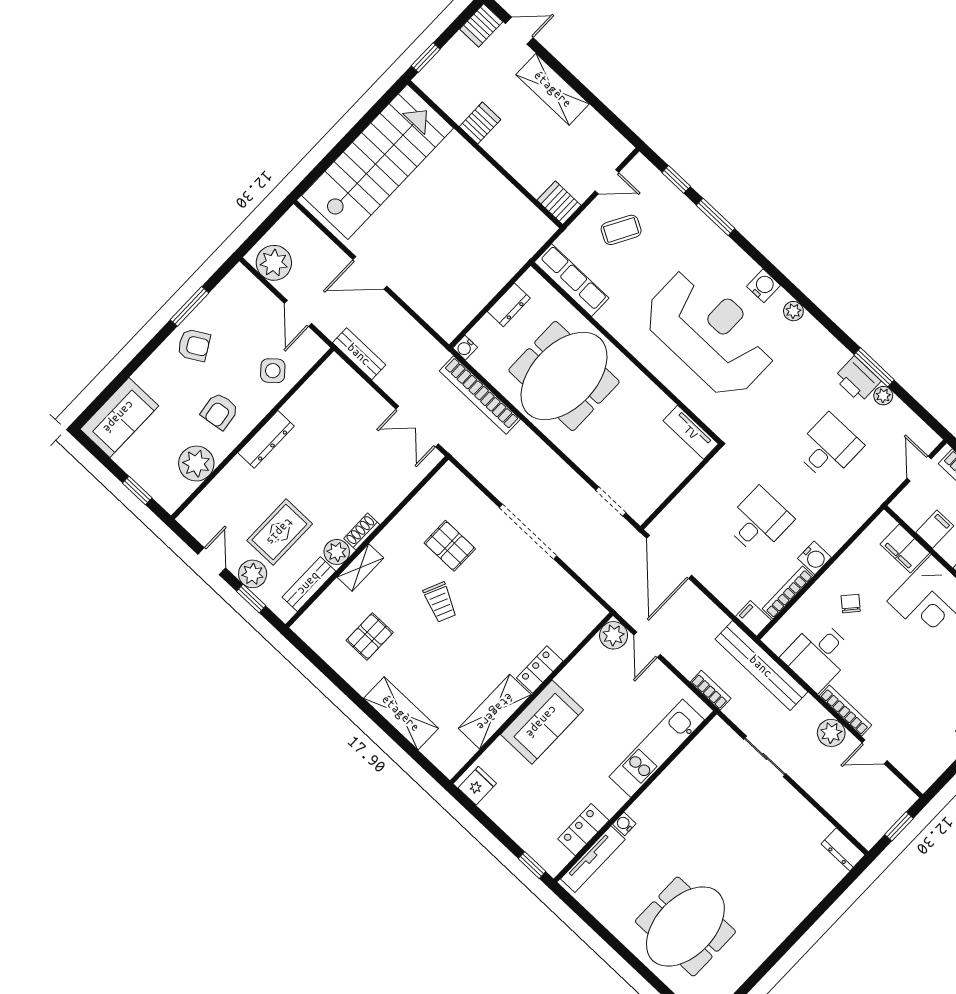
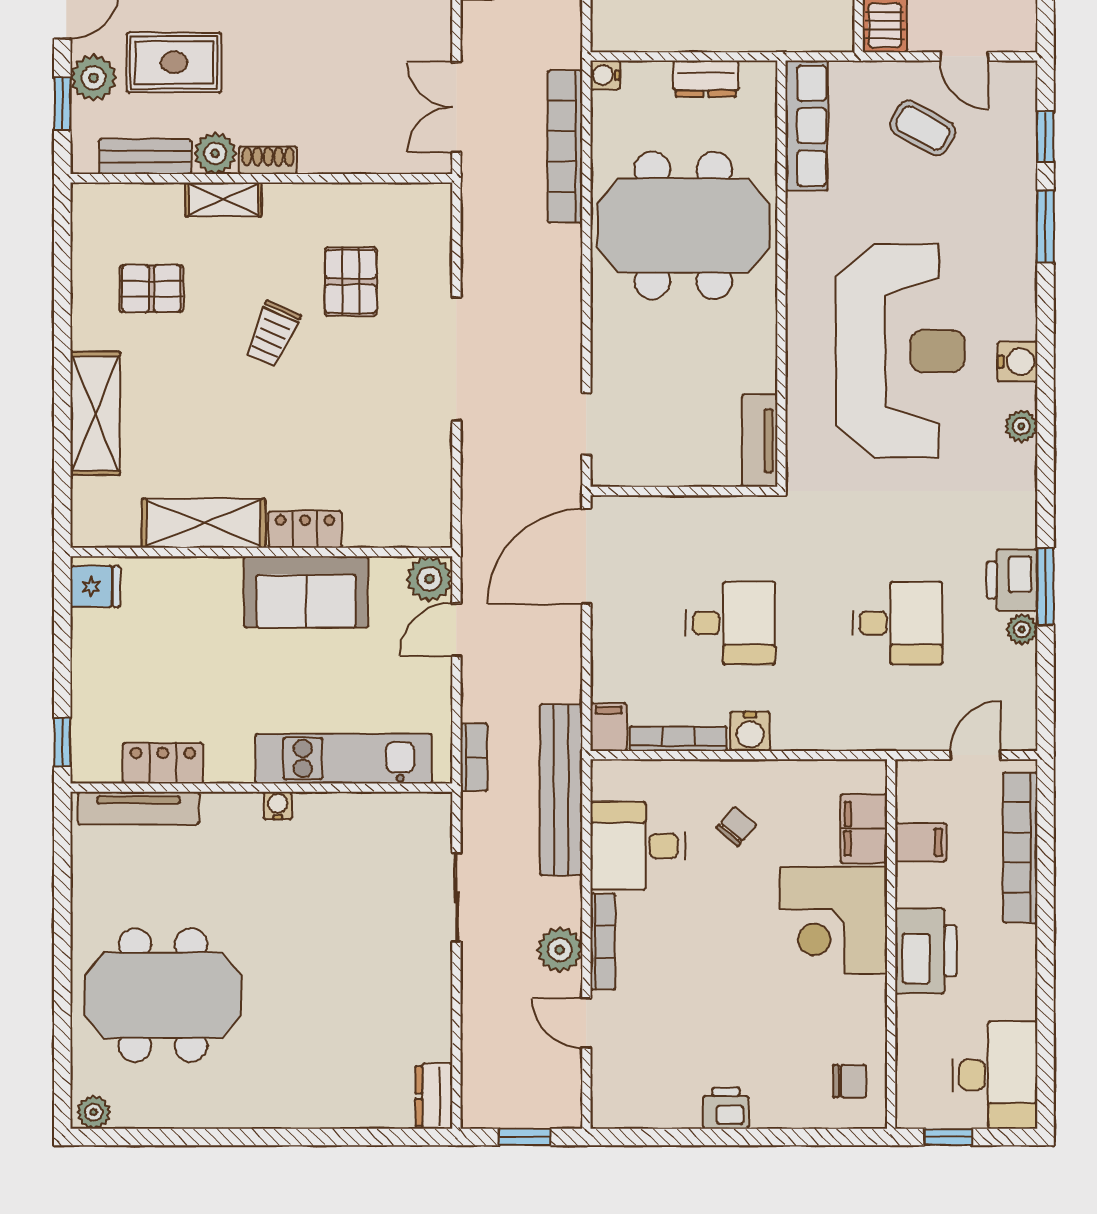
sofa: (542, 722) -> (306, 592), moved
water cooler: (624, 824) -> (278, 806), moved

